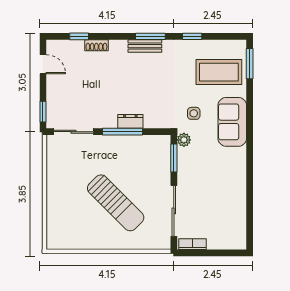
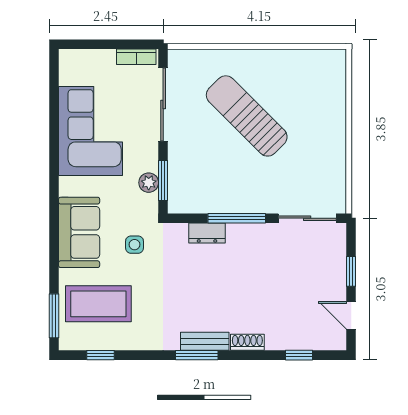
window: (192, 36) -> (101, 355), moved
shoe rack: (96, 45) -> (247, 342), moved
window: (43, 112) -> (351, 271), moved
dresser: (130, 121) -> (207, 233), moved
plant: (184, 140) -> (149, 183), moved
corner sofa: (224, 192) -> (90, 131), added

